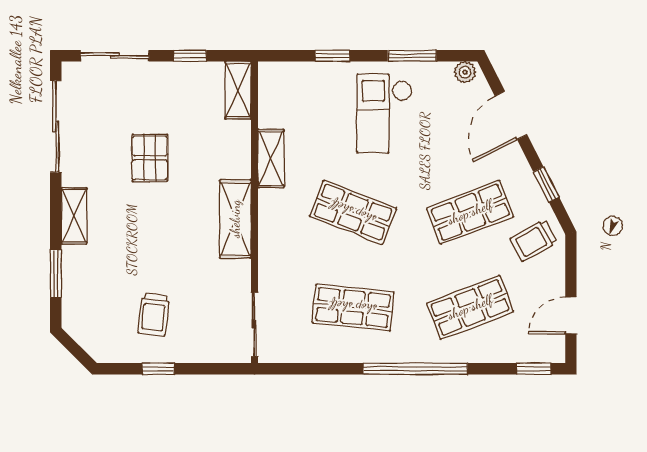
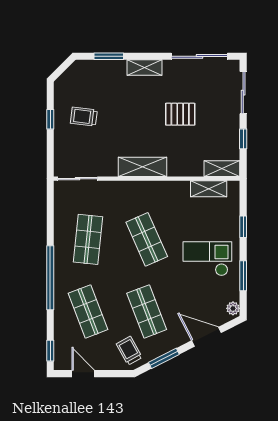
shelving: (271, 158) -> (209, 189), moved
window: (546, 184) -> (164, 358), width x1.50
shop shelf: (353, 212) -> (147, 239), turned -45

